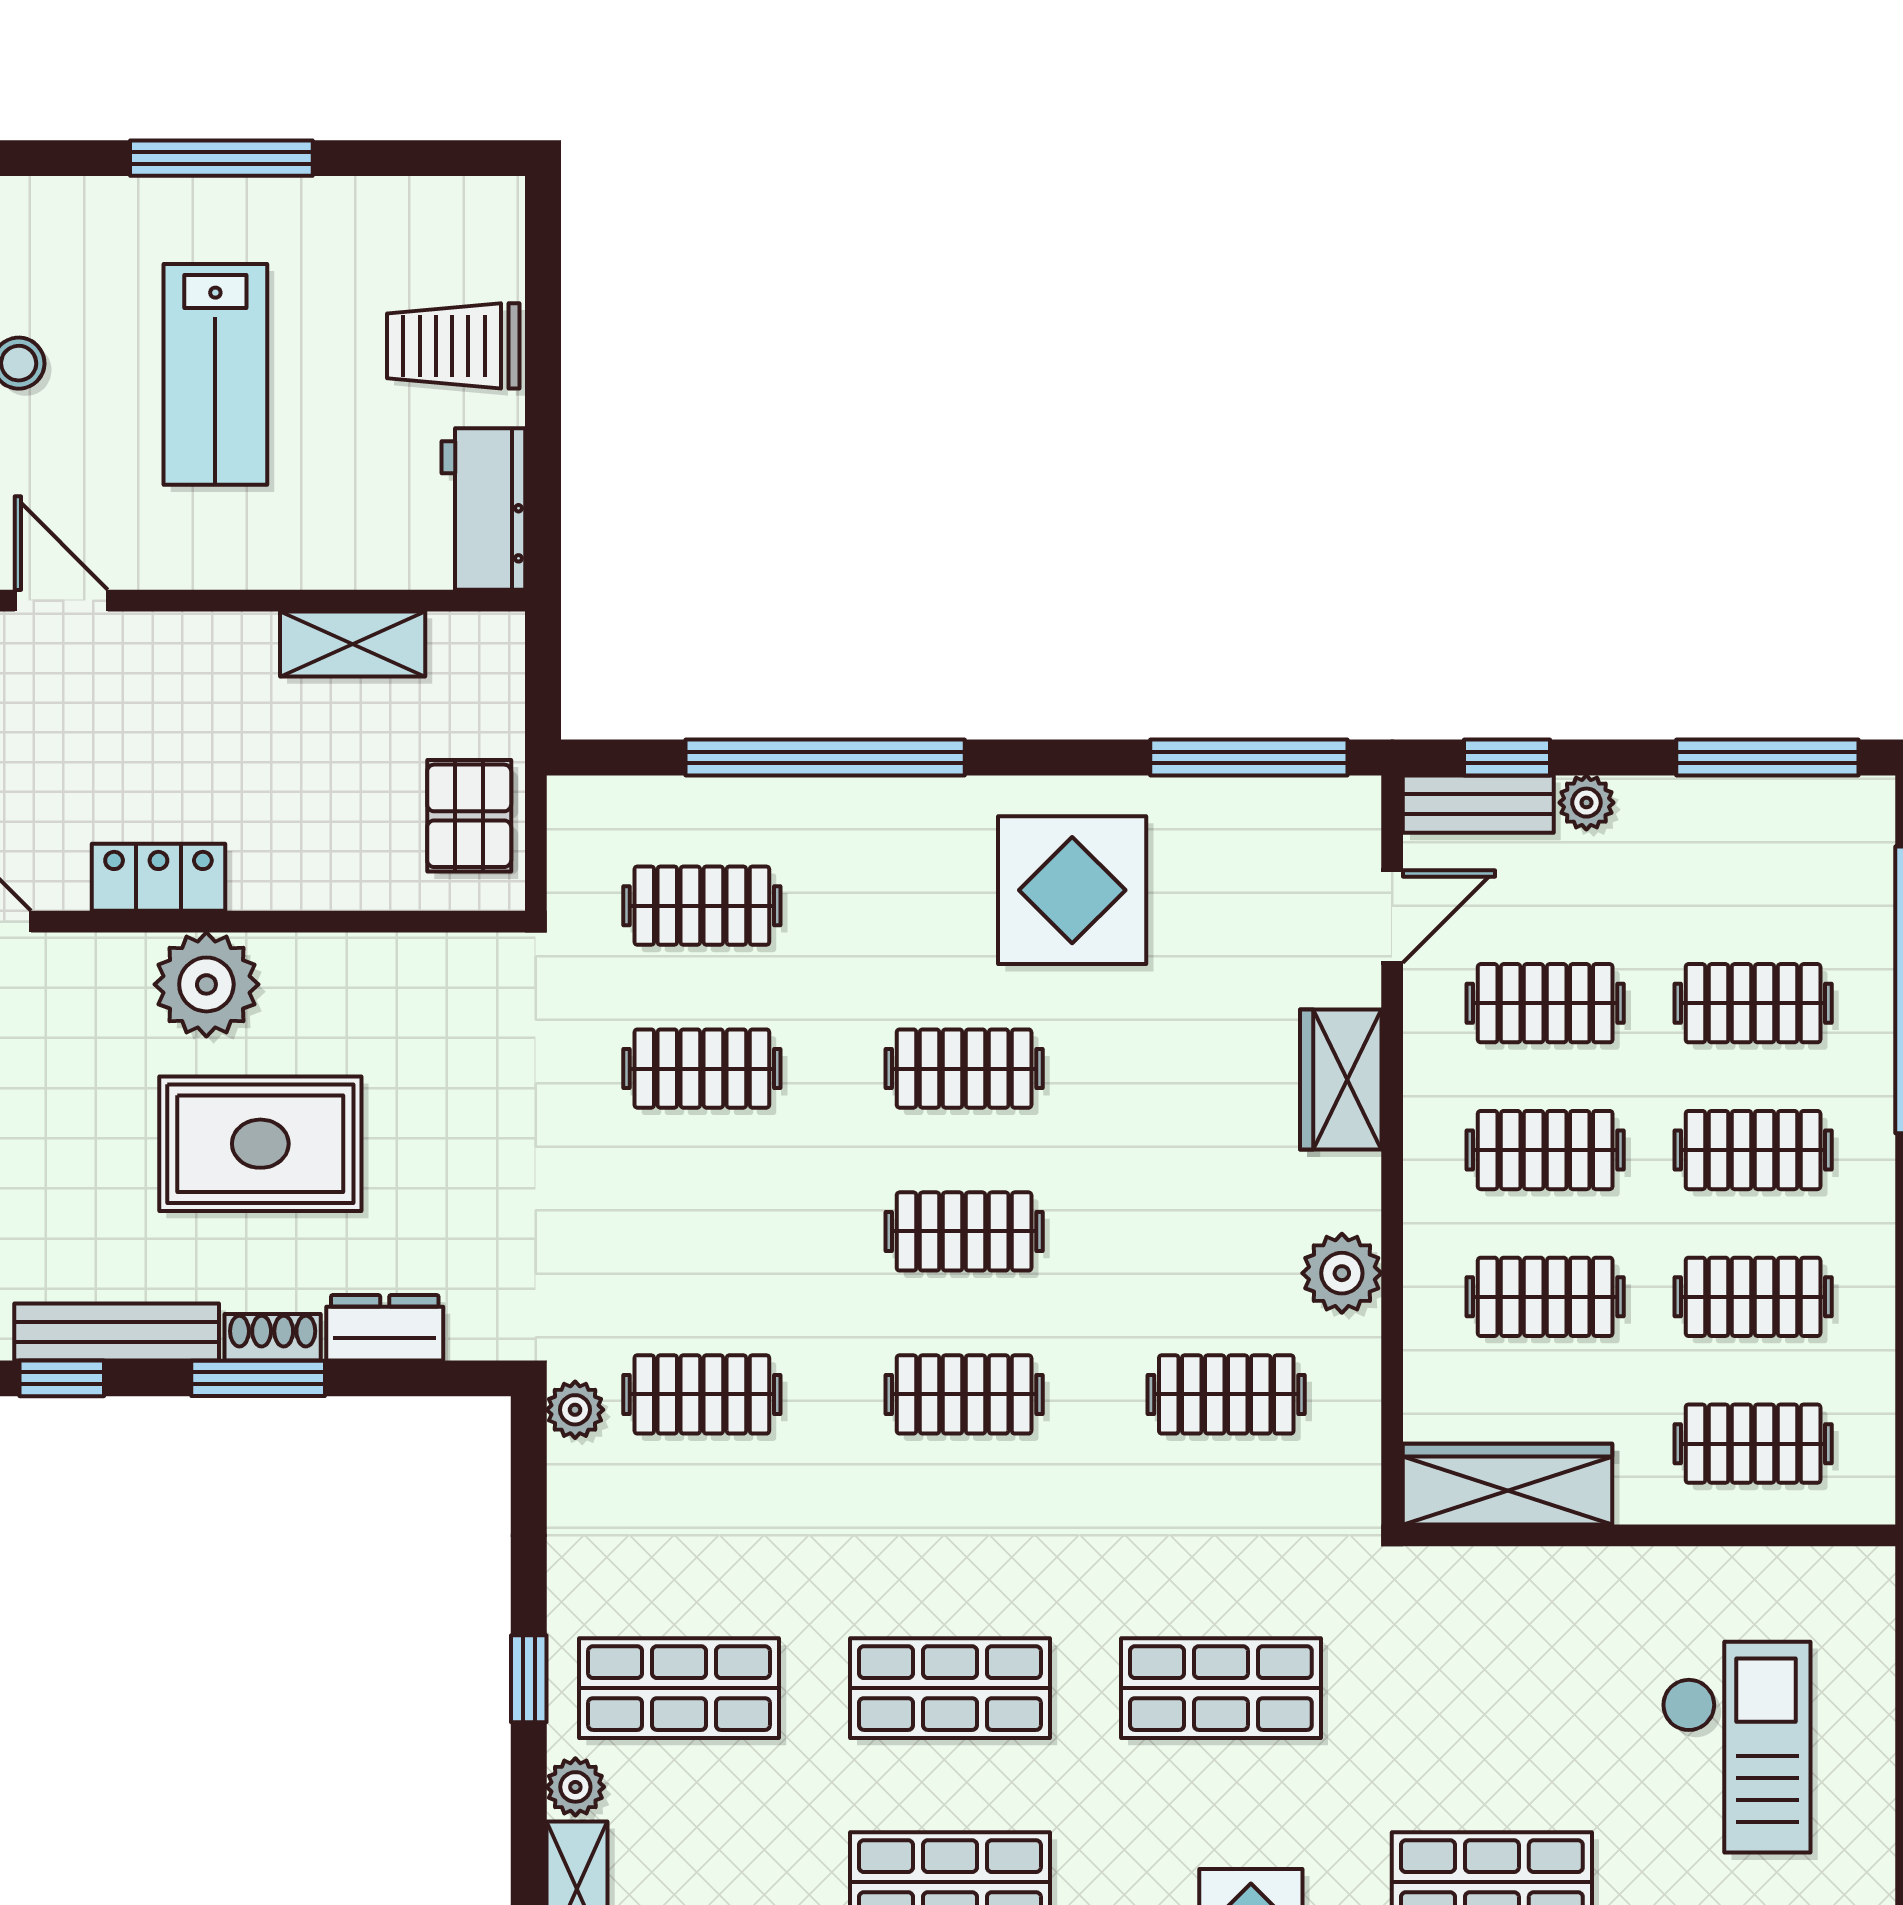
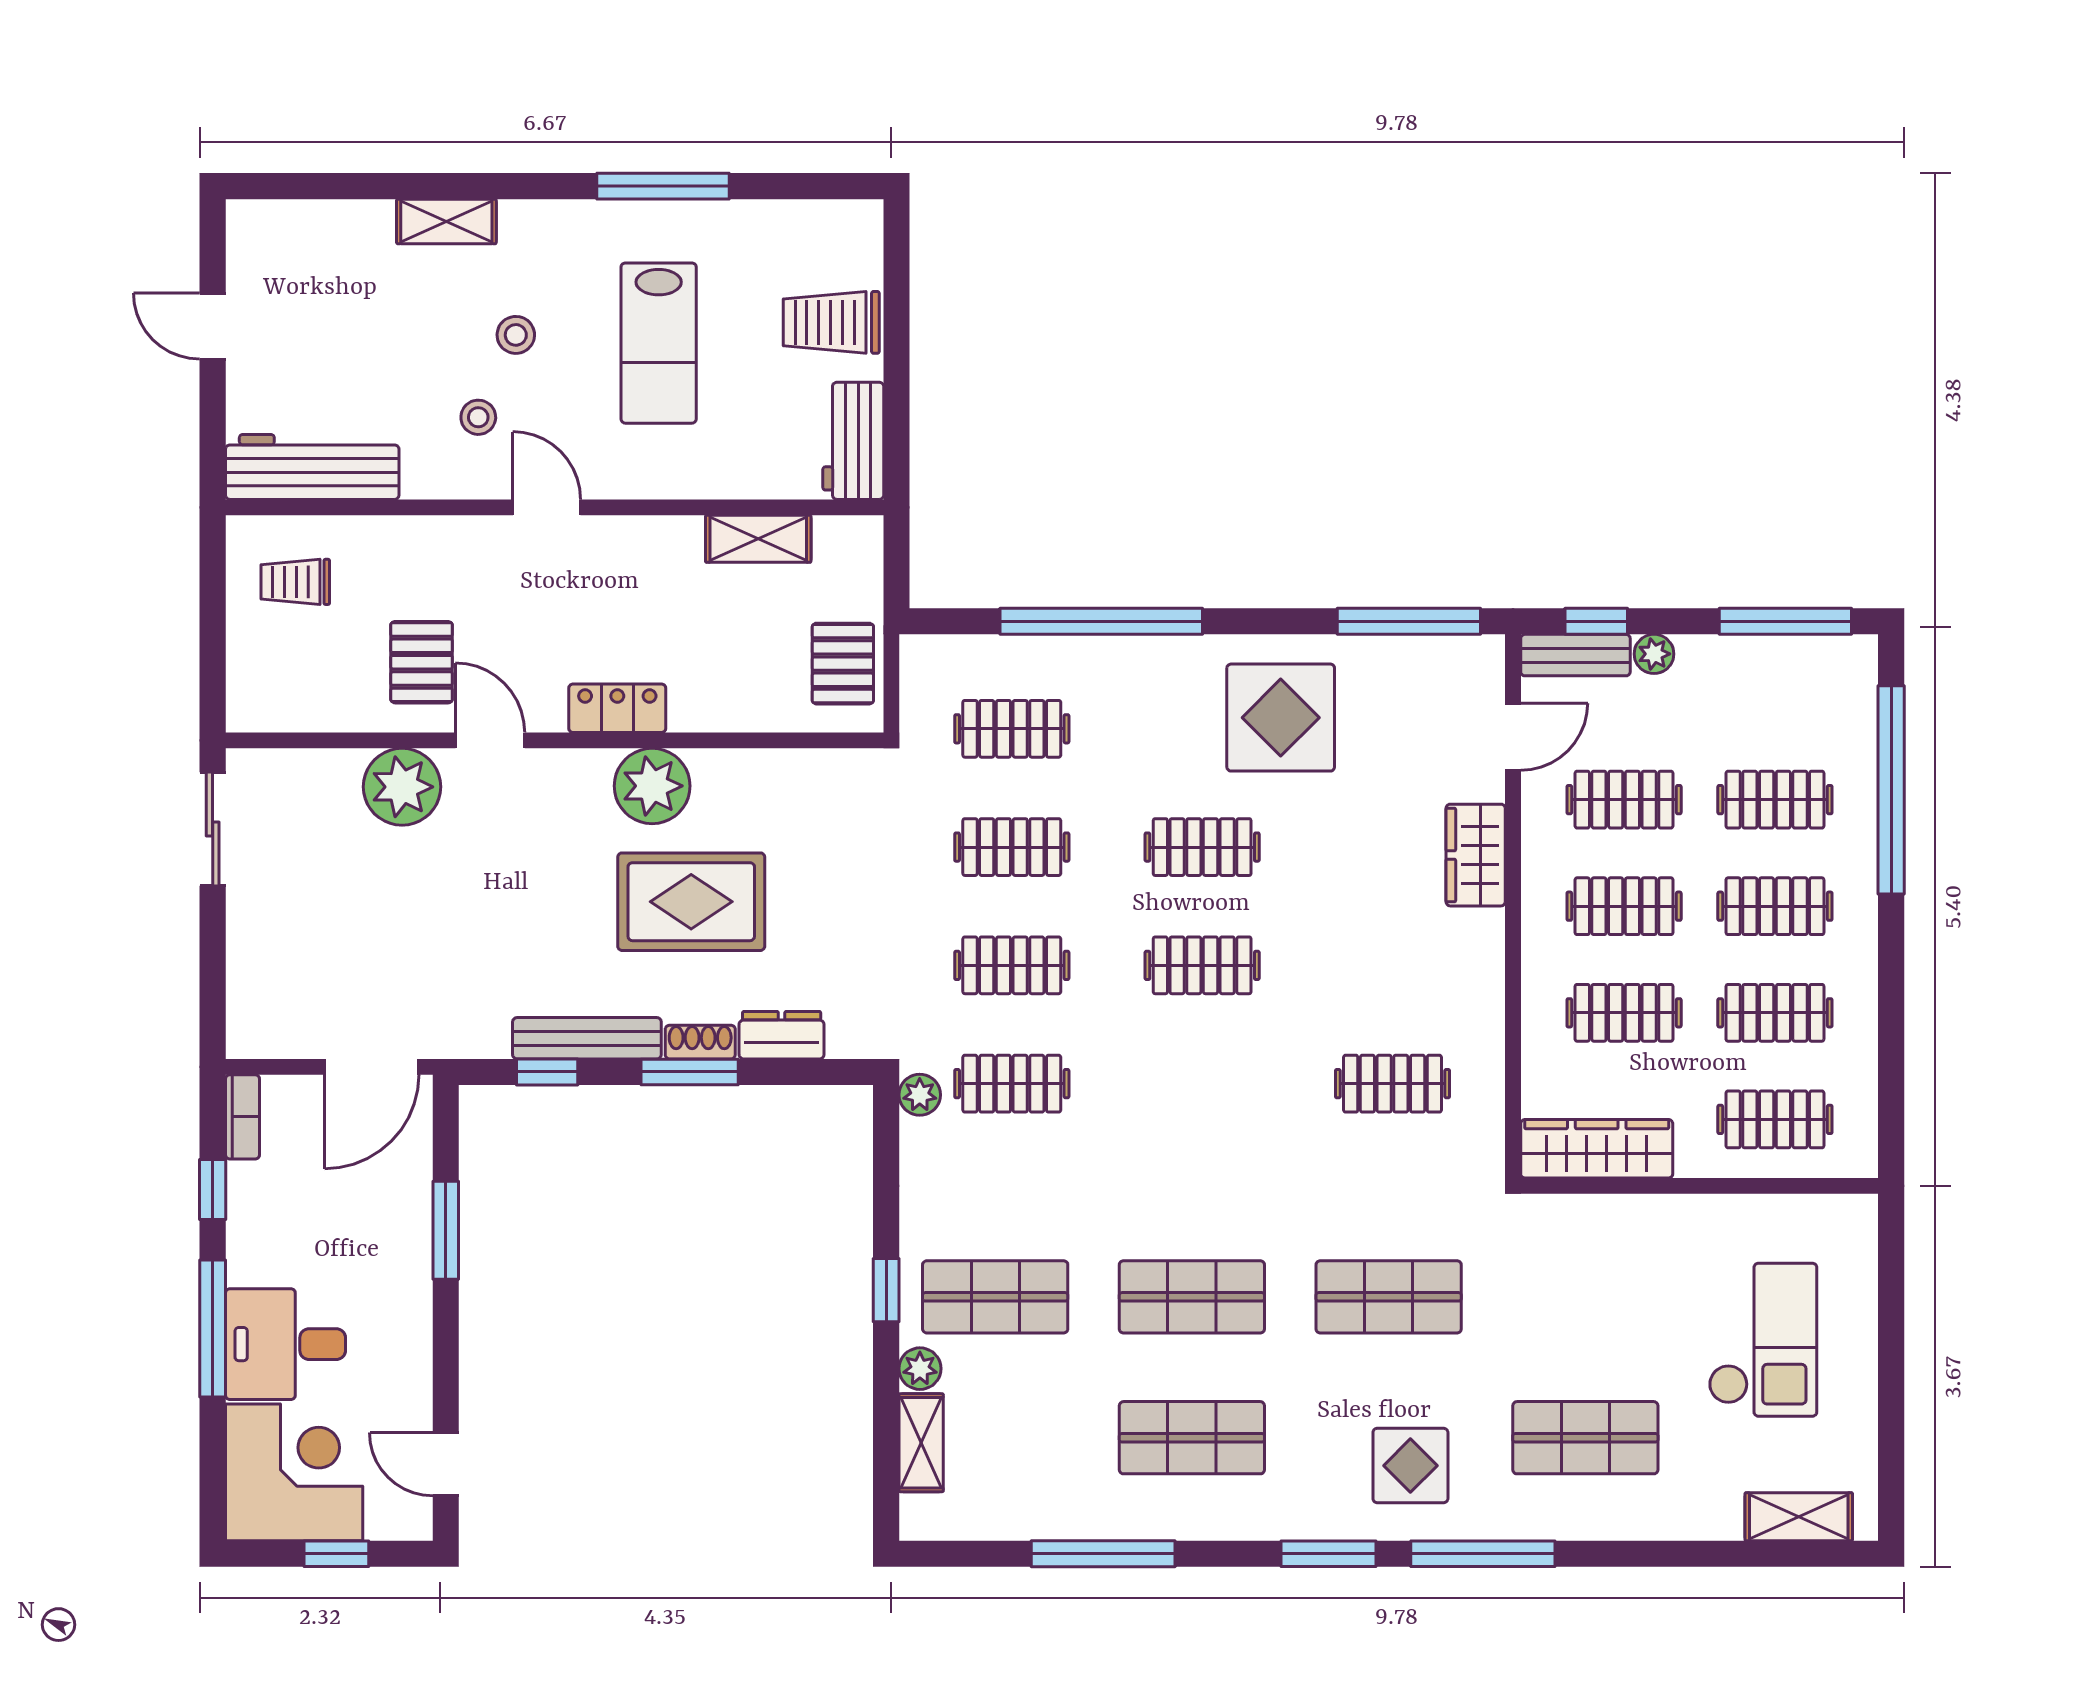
plant: (1342, 1273) -> (1476, 996), removed
clothes rail: (964, 1394) -> (1012, 965), moved

